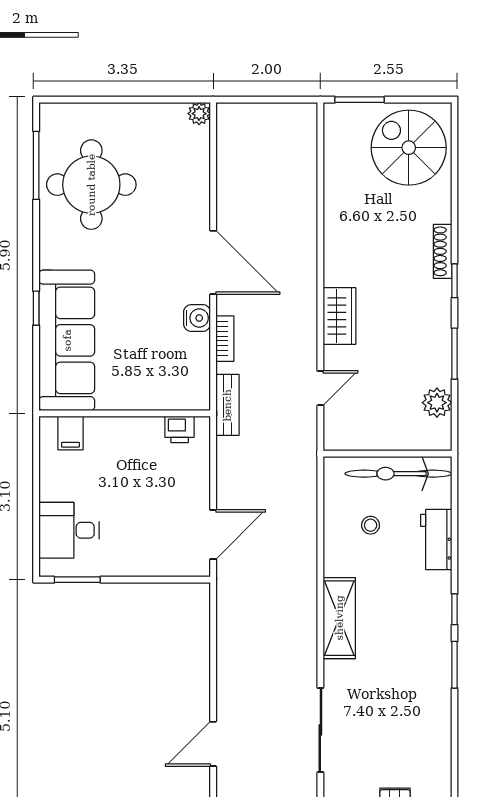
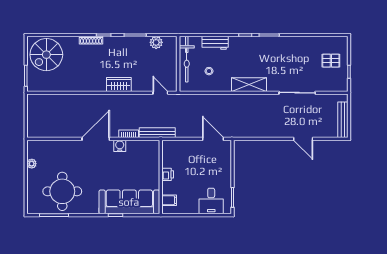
plant: (199, 114) -> (32, 164), moved
door: (320, 388) -> (160, 93), moved
bench: (227, 405) -> (157, 133), width x1.36
printer: (180, 429) -> (168, 174), moved

